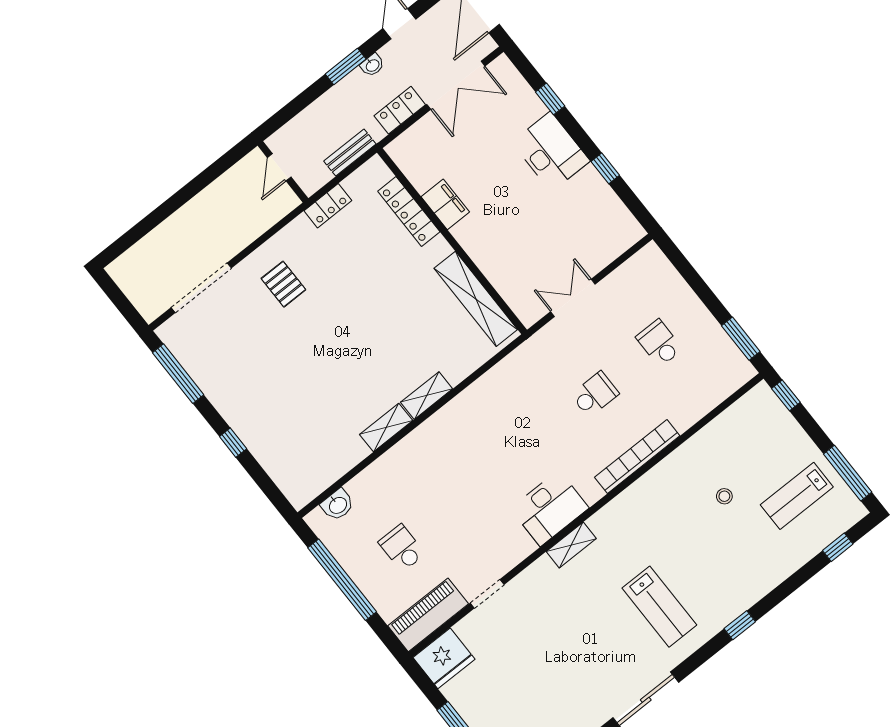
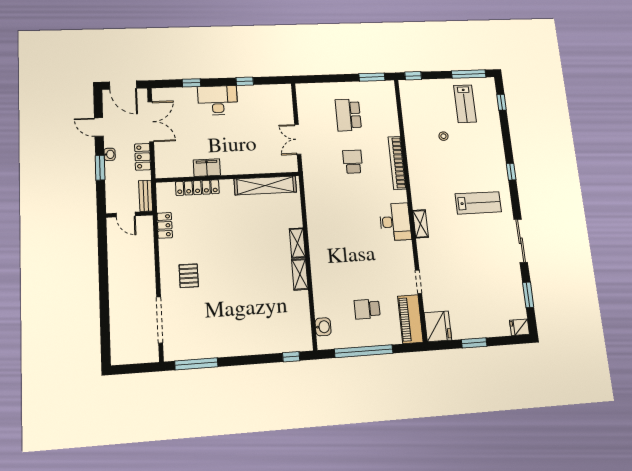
door: (279, 167) -> (126, 215), moved
wall: (283, 172) -> (129, 214), moved
pallet: (283, 284) -> (189, 276), turned 90
school desk: (659, 343) -> (348, 115), width x1.85
window: (233, 443) -> (291, 357), moved

